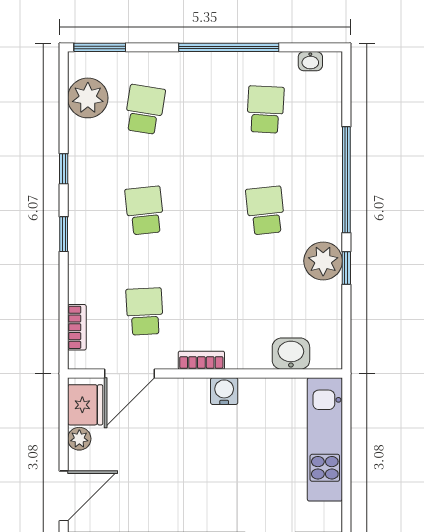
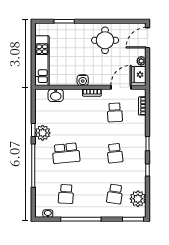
school desk: (265, 210) -> (66, 153), width x1.85
round table: (169, 490) -> (105, 40), added

